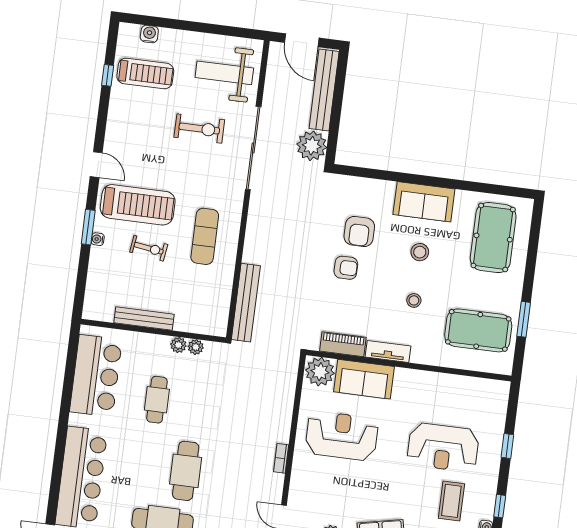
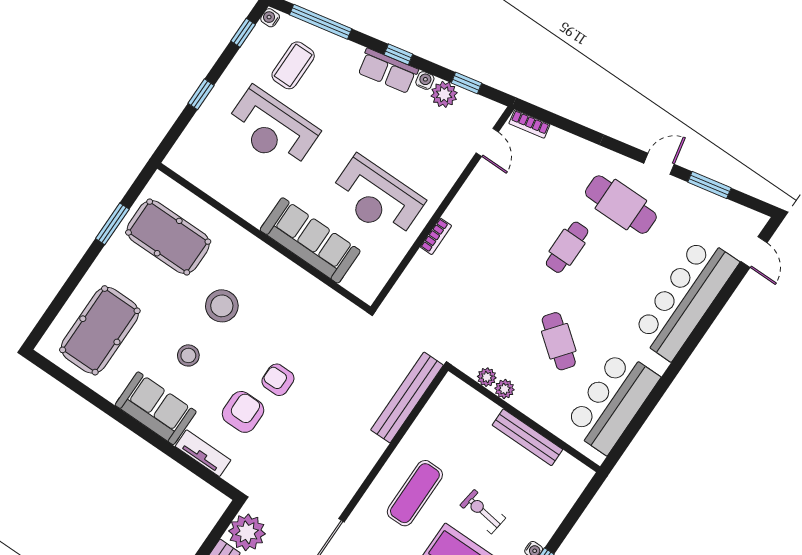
stool: (414, 300) -> (222, 306), width x1.89, depth x1.89
piano: (343, 344) -> (324, 298), removed
tv unit: (388, 351) -> (203, 453), moved, turned 180
plant: (320, 372) -> (365, 281), removed
sofa: (364, 379) -> (310, 240), width x1.36
cafe table: (157, 400) -> (559, 341), turned -52
reception desk: (443, 447) -> (272, 129), turned 180
bookcase: (281, 458) -> (436, 236), moved
cafe table: (186, 471) -> (567, 247), width x0.73, depth x0.74

